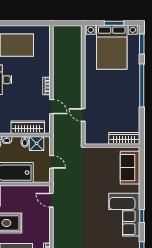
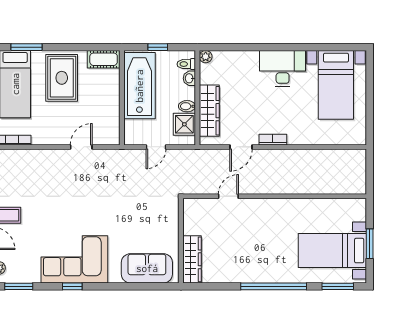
bed with nightstands: (112, 47) -> (332, 251), width x0.73
door: (51, 200) -> (81, 147), moved

